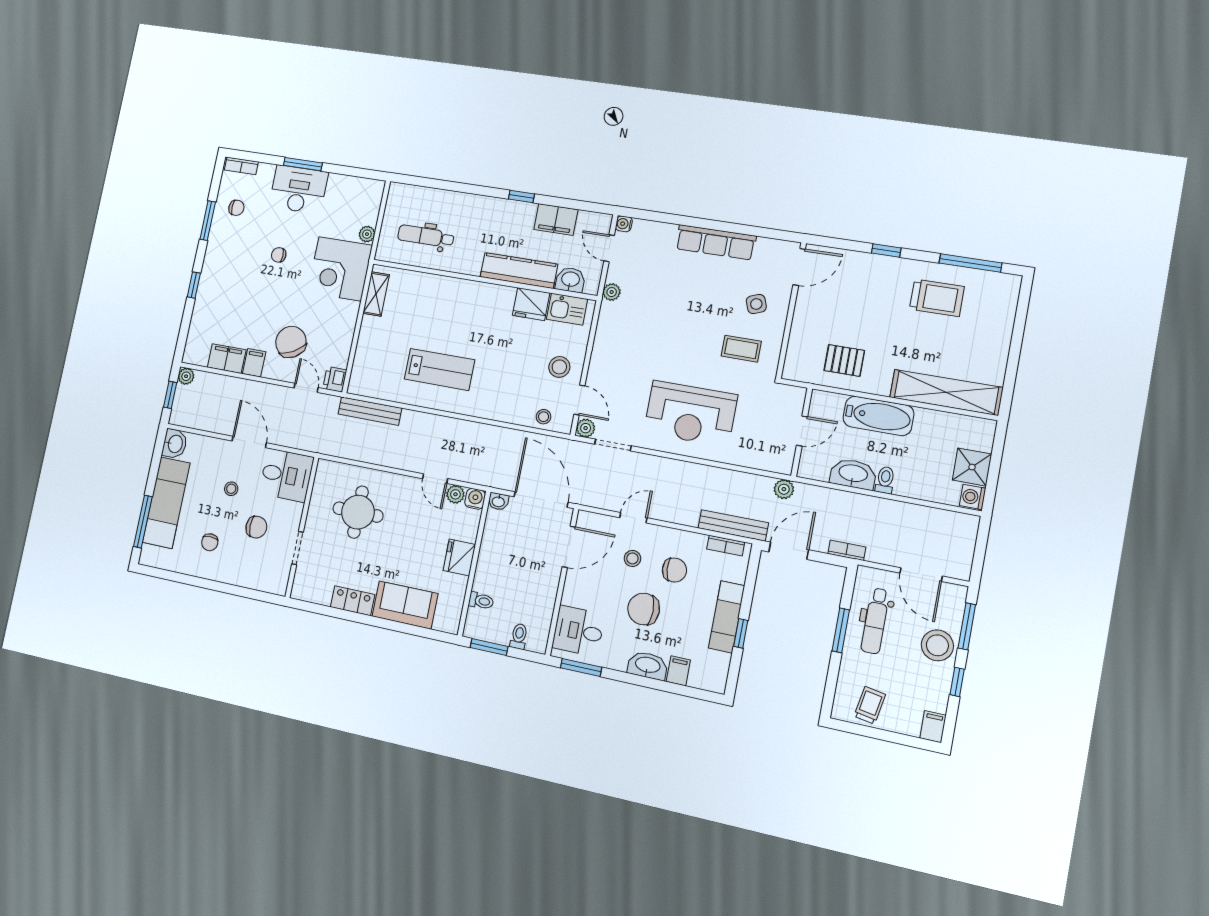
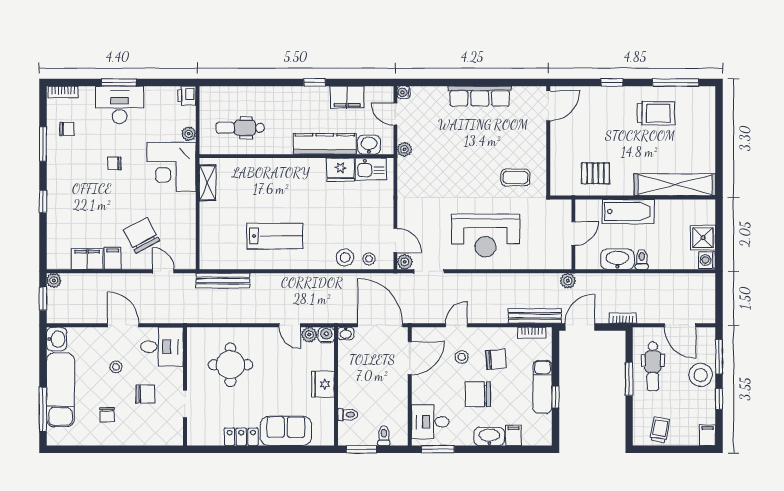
side table: (756, 304) -> (521, 140), removed
stool: (559, 367) -> (345, 258), moved
printer: (335, 379) -> (187, 96), moved

